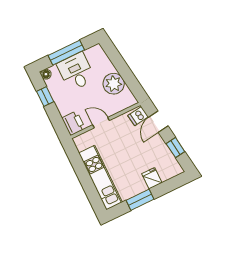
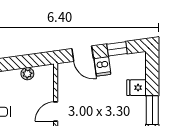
plant: (114, 84) -> (27, 74), width x0.53, depth x0.53
dishwasher: (138, 116) -> (102, 66), moved

